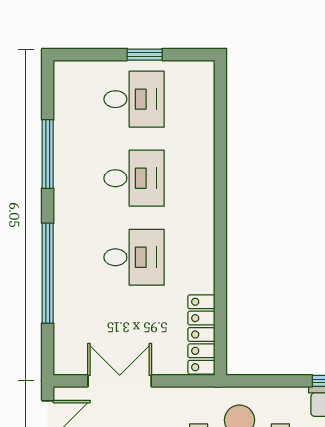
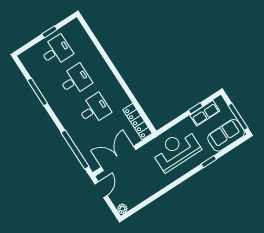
window: (48, 273) -> (75, 150), moved
double door: (120, 381) -> (119, 158), width x1.37

